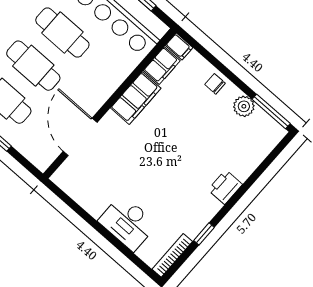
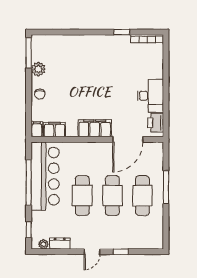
filing cabinet: (136, 98) -> (95, 128), moved
printer: (225, 187) -> (156, 123), moved, turned 90
desk: (128, 223) -> (150, 96), moved

